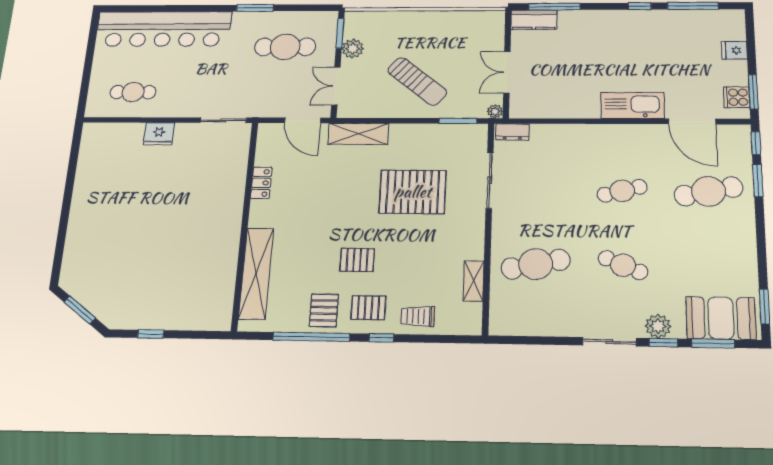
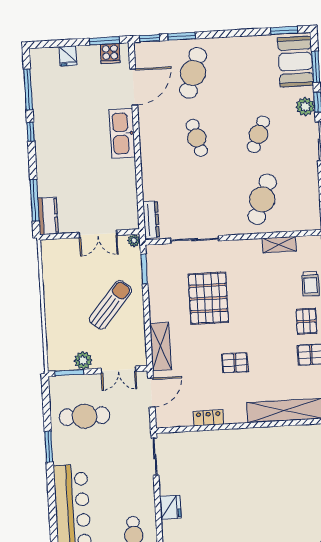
cafe table: (285, 47) -> (84, 416), turned 90
dresser: (512, 132) -> (151, 220), width x1.44
cafe table: (709, 191) -> (193, 73), turned 30
pallet: (357, 260) -> (235, 363), moved, turned 90
cafe table: (536, 264) -> (262, 199), turned 33

